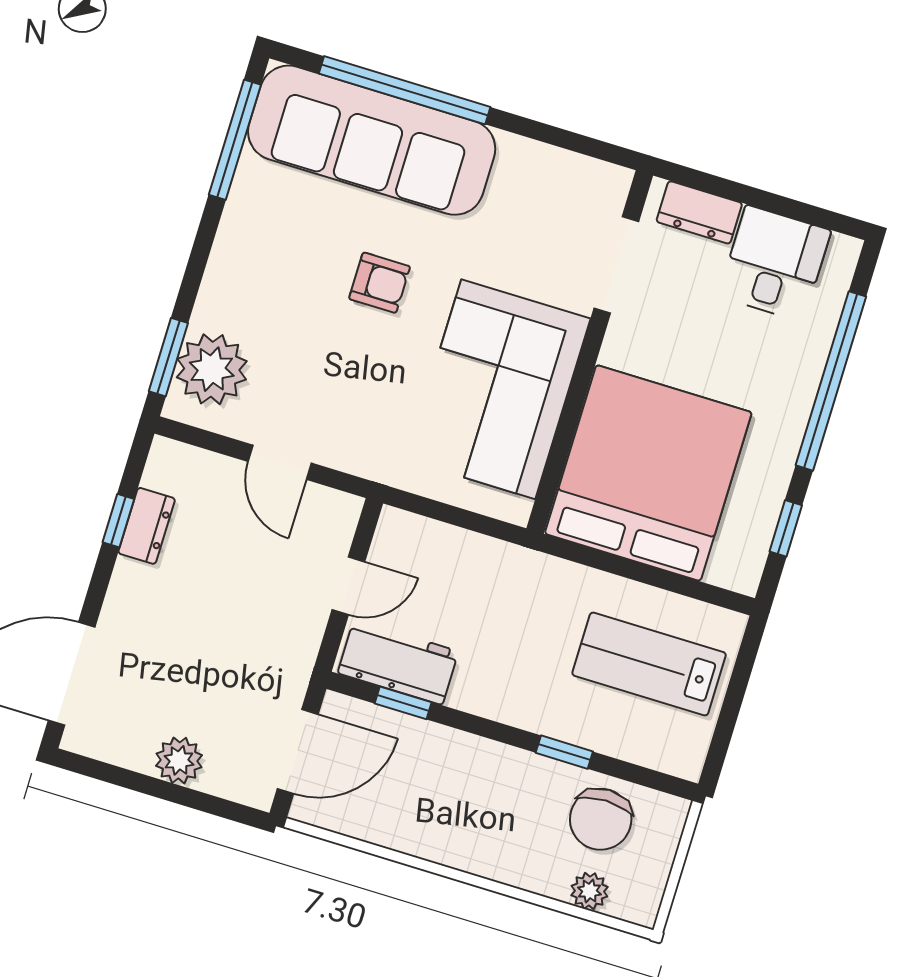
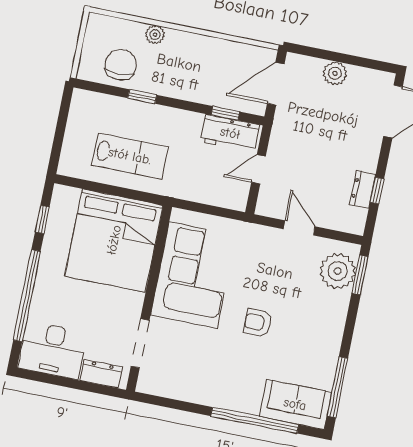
sofa: (372, 140) -> (295, 404), width x0.54, depth x0.79
desk: (775, 263) -> (53, 350), width x1.37
lab bench: (649, 664) -> (130, 156), moved
plant: (589, 891) -> (155, 35), moved

